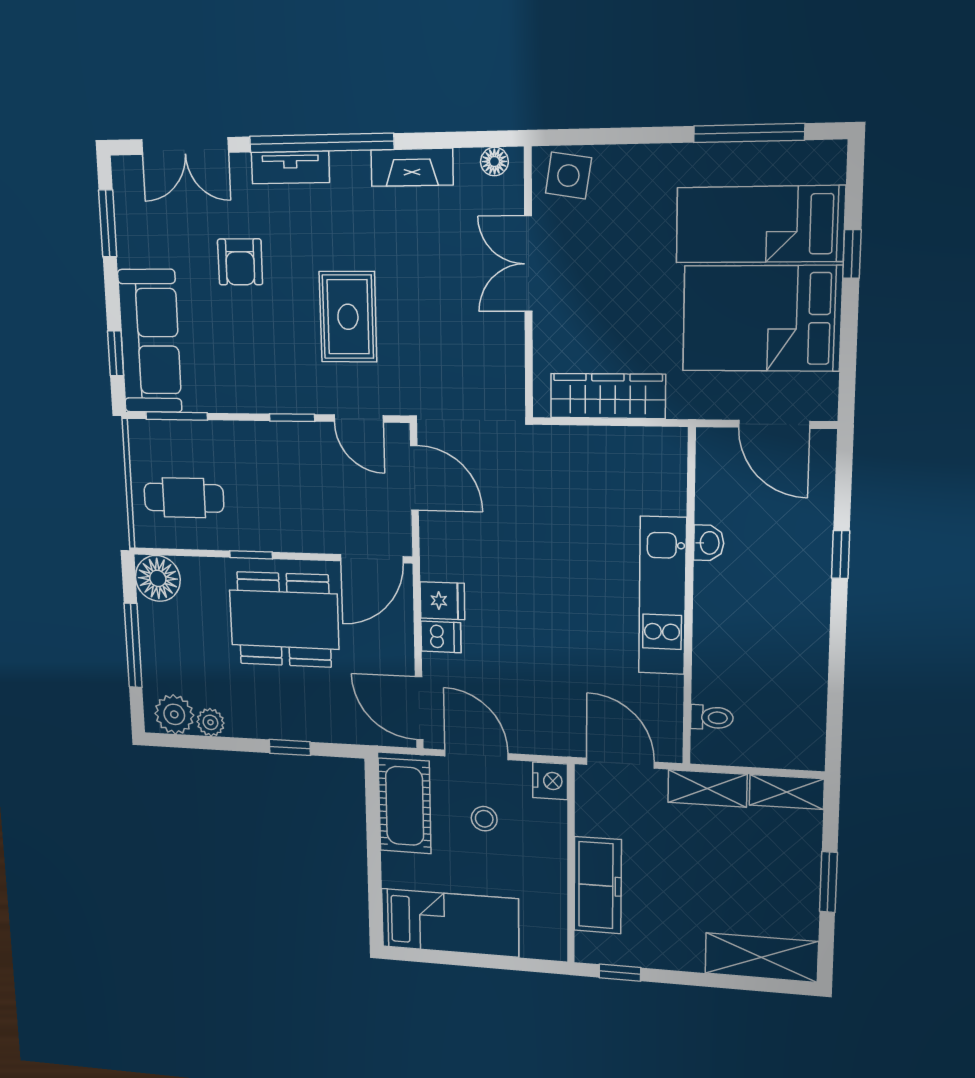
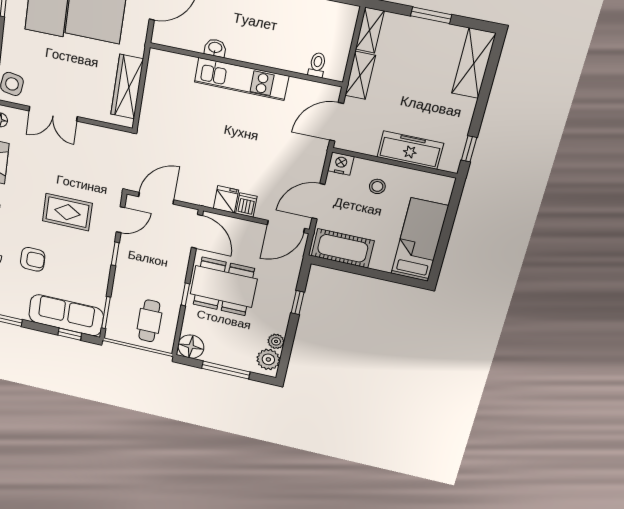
dining table: (284, 620) -> (224, 286), turned 90
stool: (484, 819) -> (377, 186), moved

